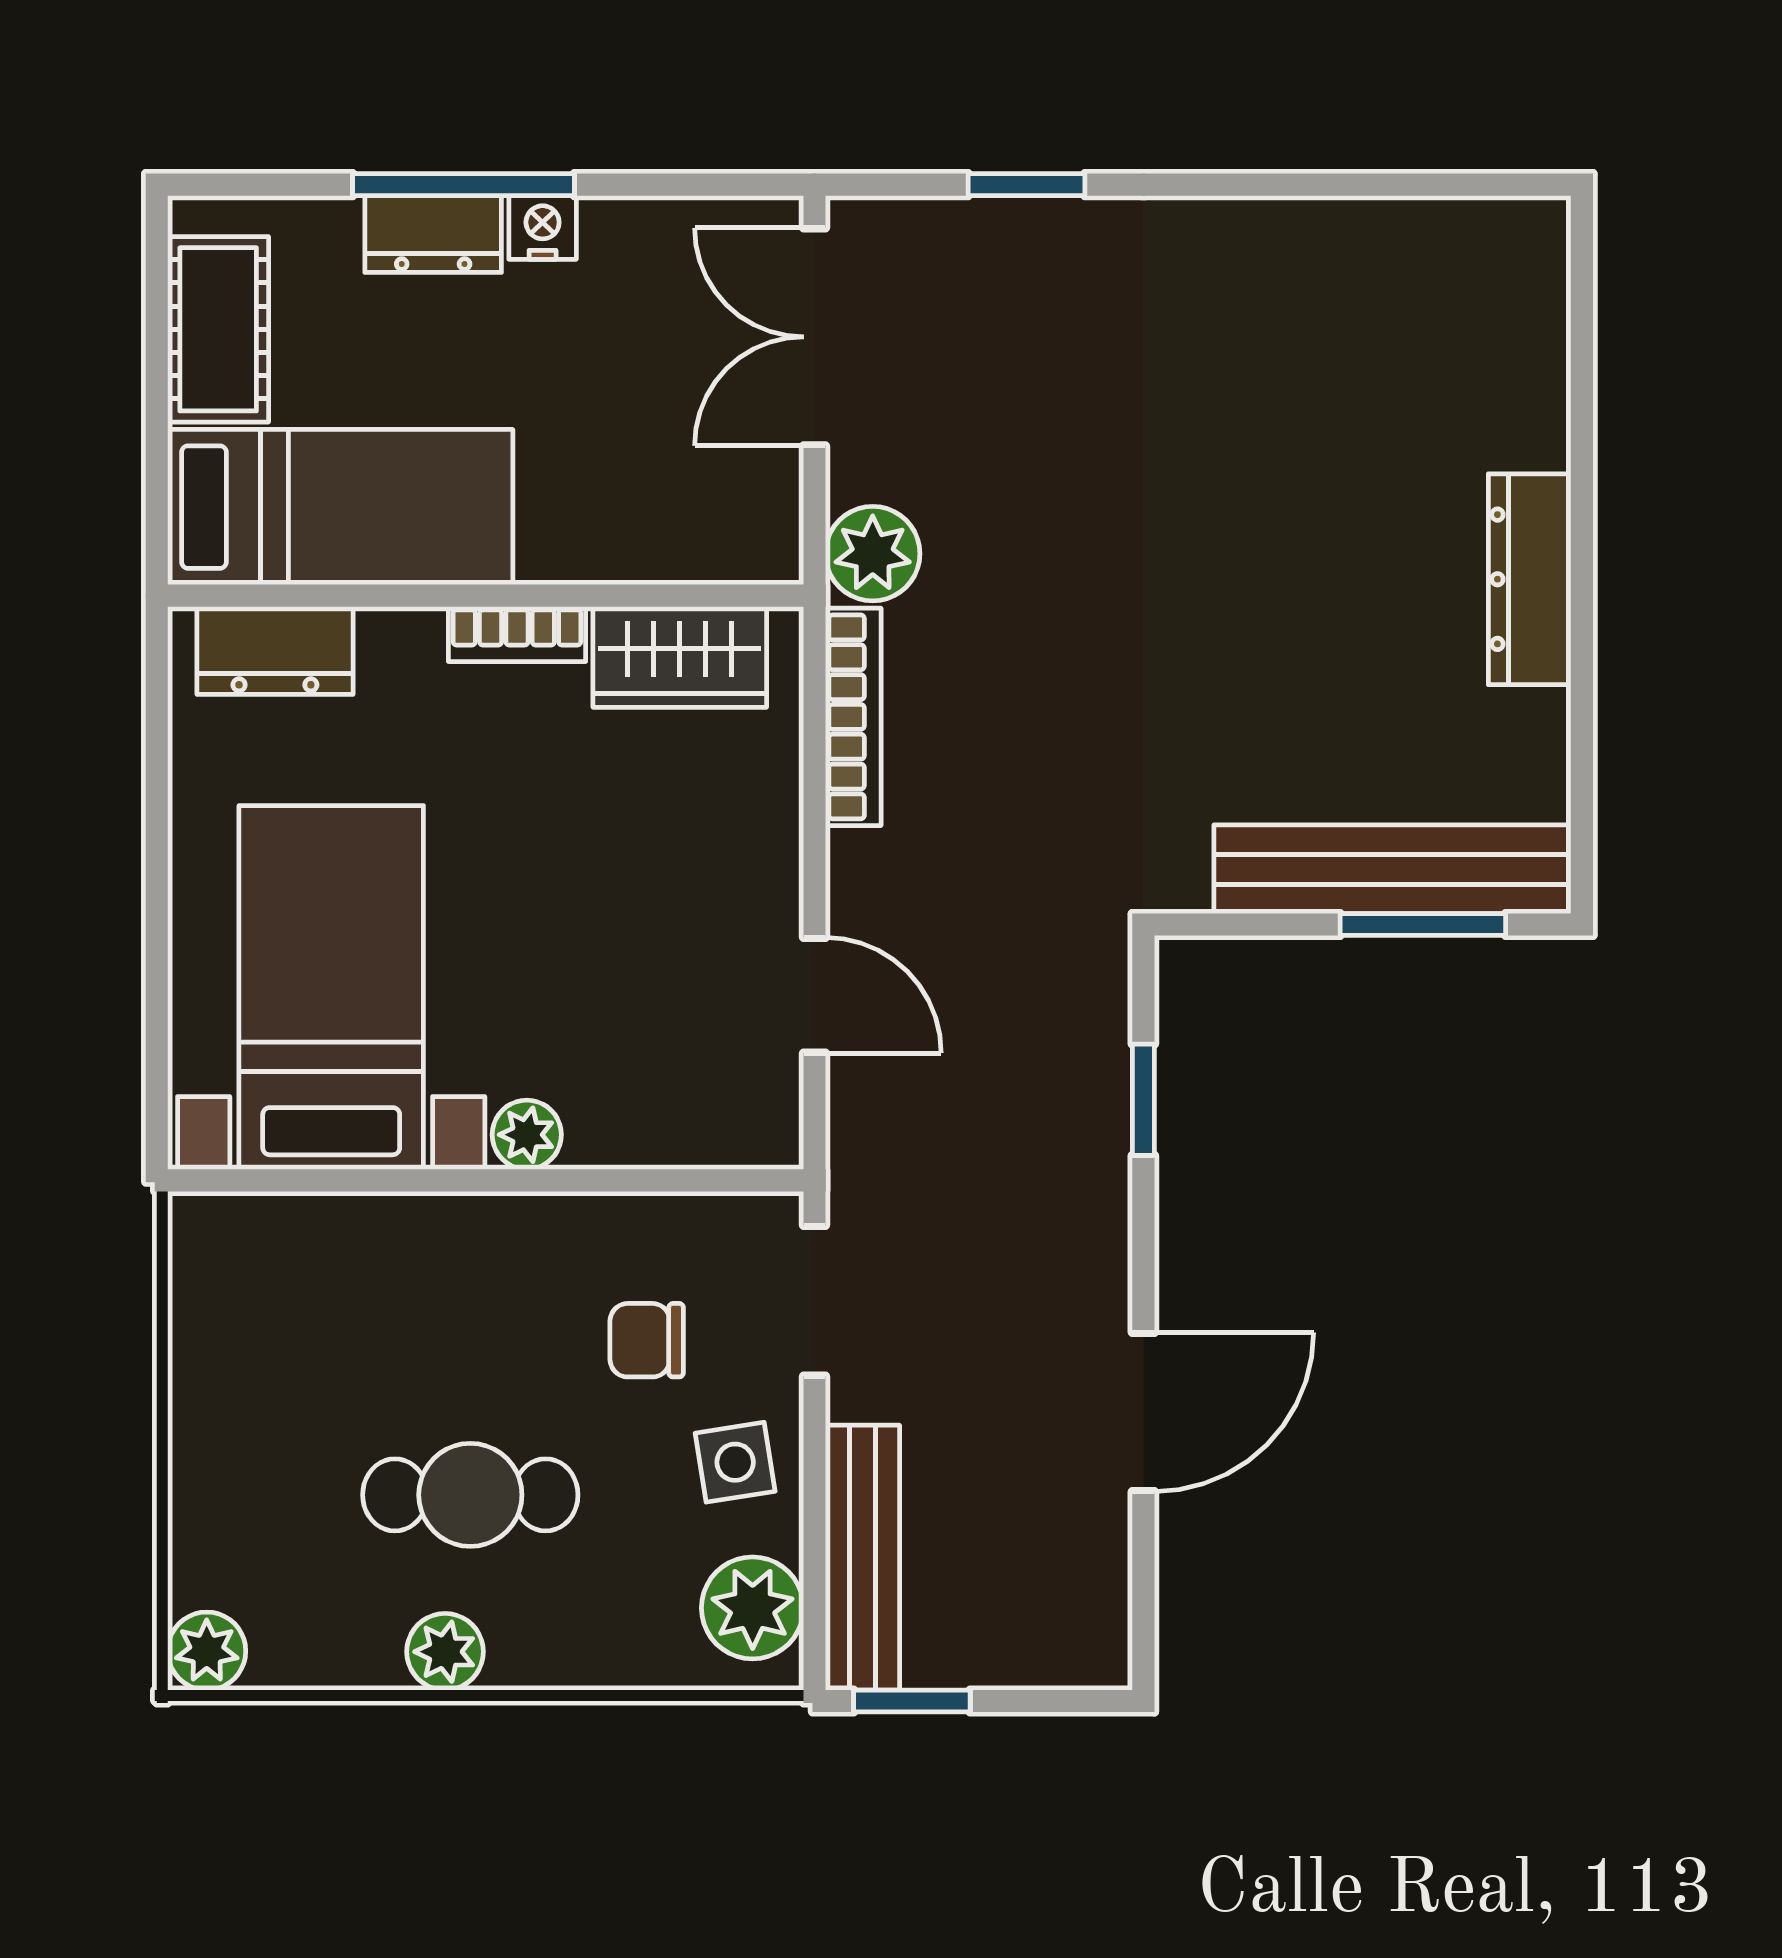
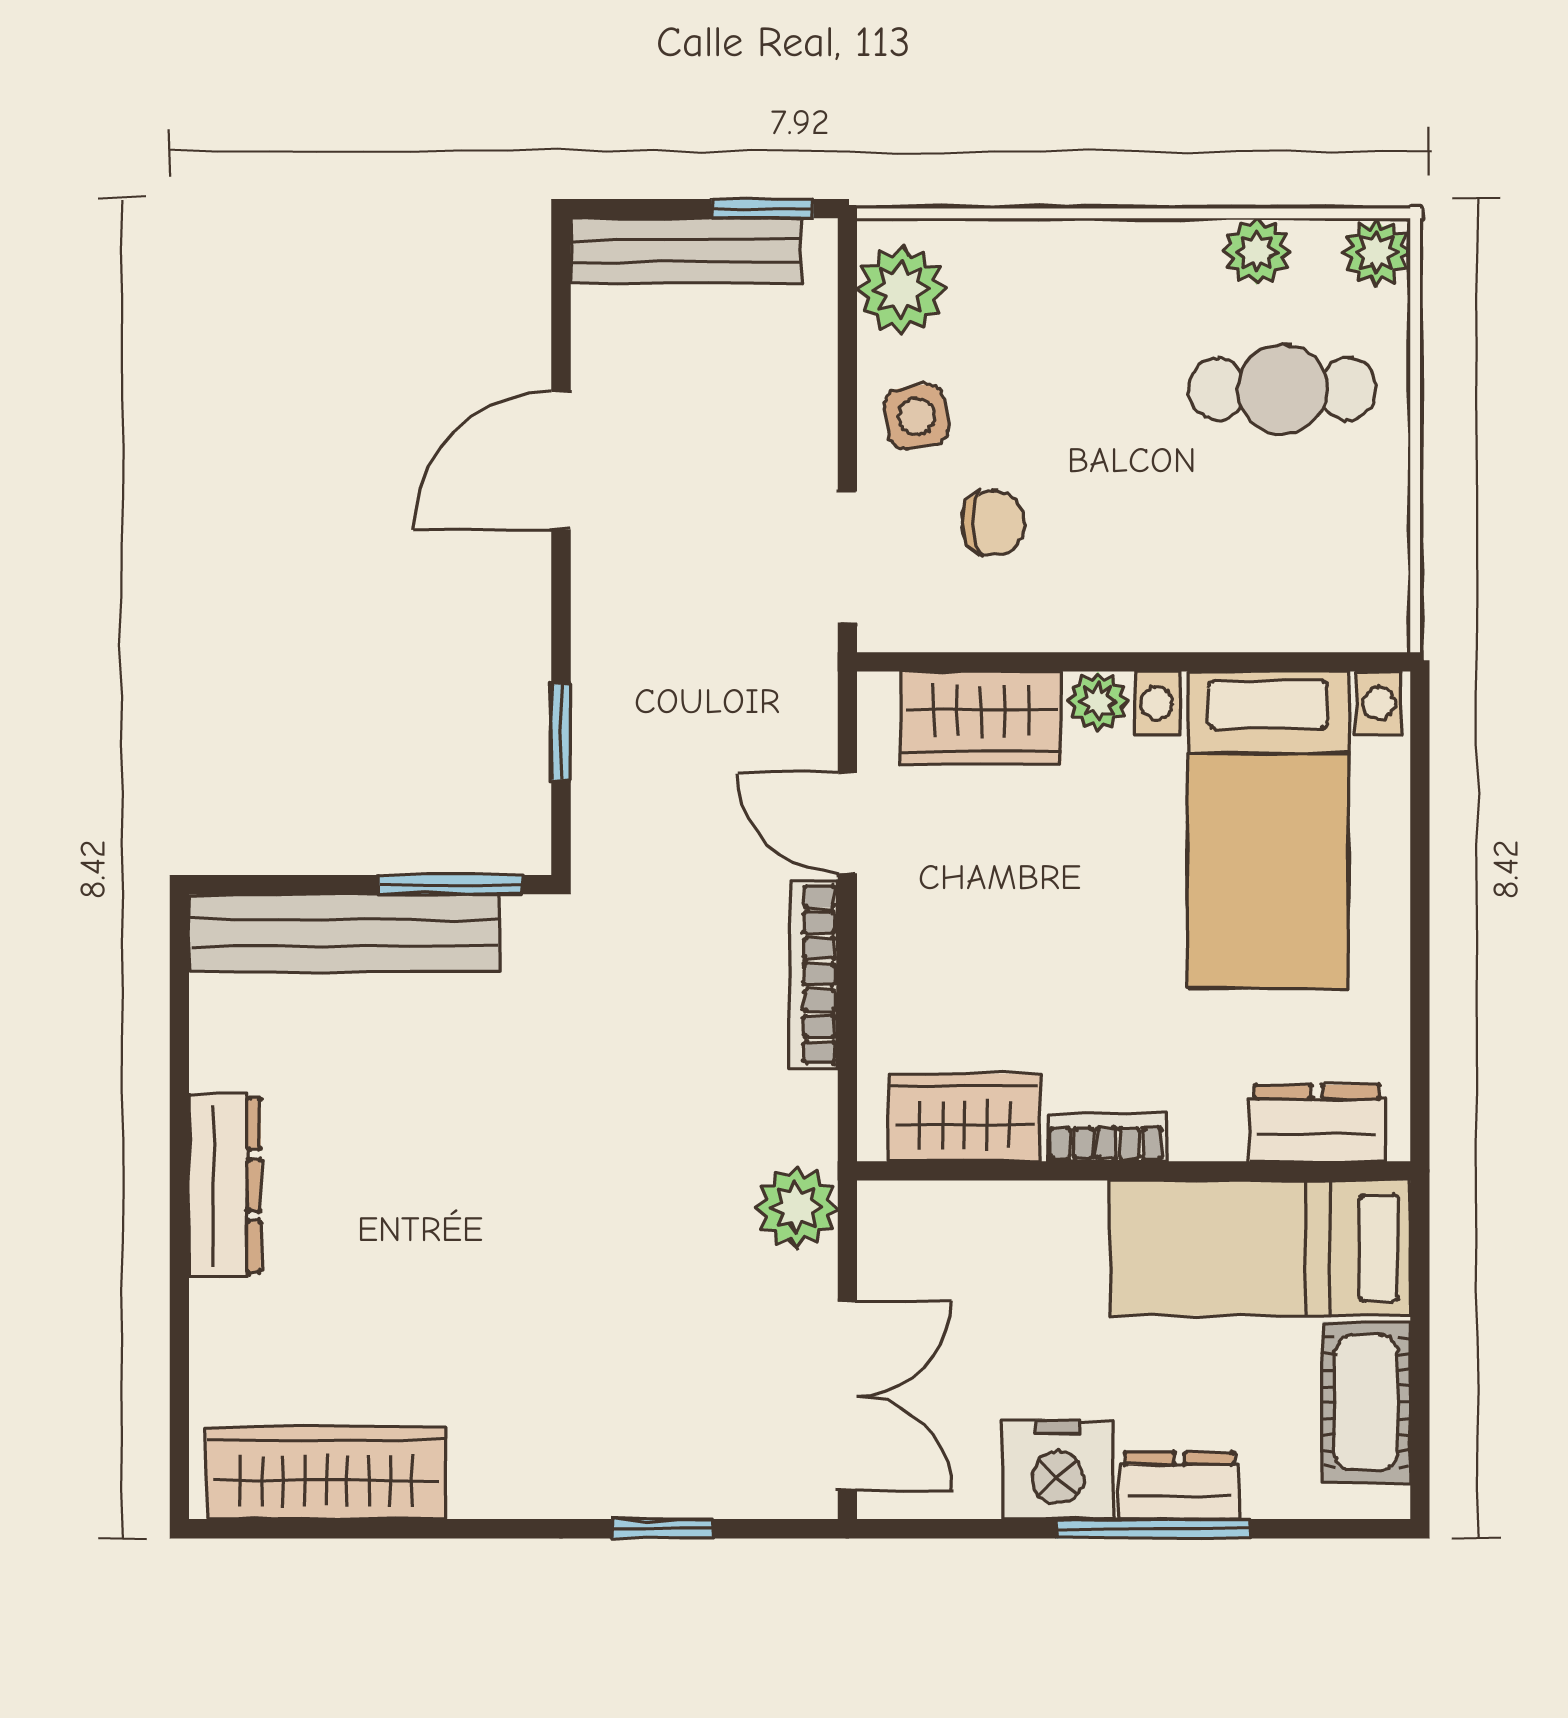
nightstand: (543, 227) -> (1058, 1469), width x1.89, depth x1.79
wardrobe: (1413, 249) -> (326, 1473), added
bookcase: (853, 717) -> (814, 974), moved
window: (1423, 925) -> (450, 885), moved
wardrobe: (661, 1116) -> (981, 718), added
cafe table: (470, 1495) -> (1282, 389), moved
bench: (863, 1558) -> (686, 250), moved, turned 90
plant: (445, 1652) -> (1257, 252), moved

